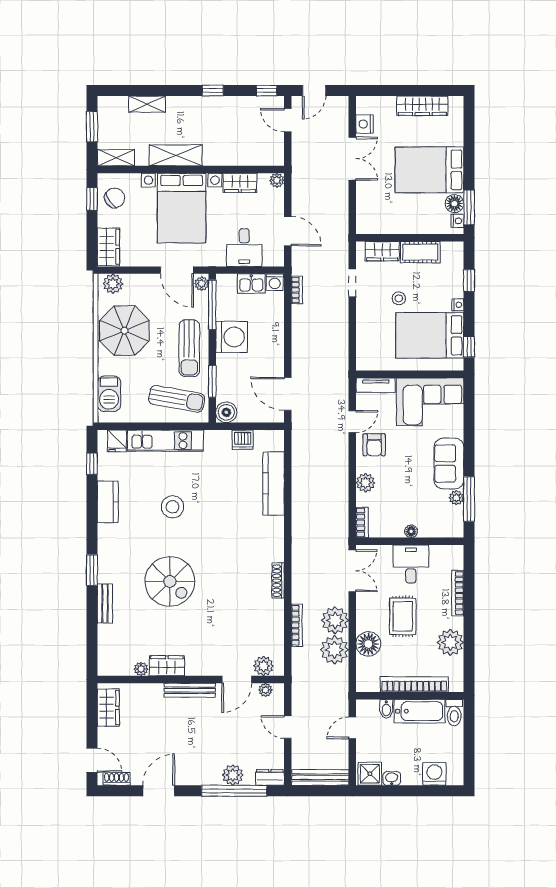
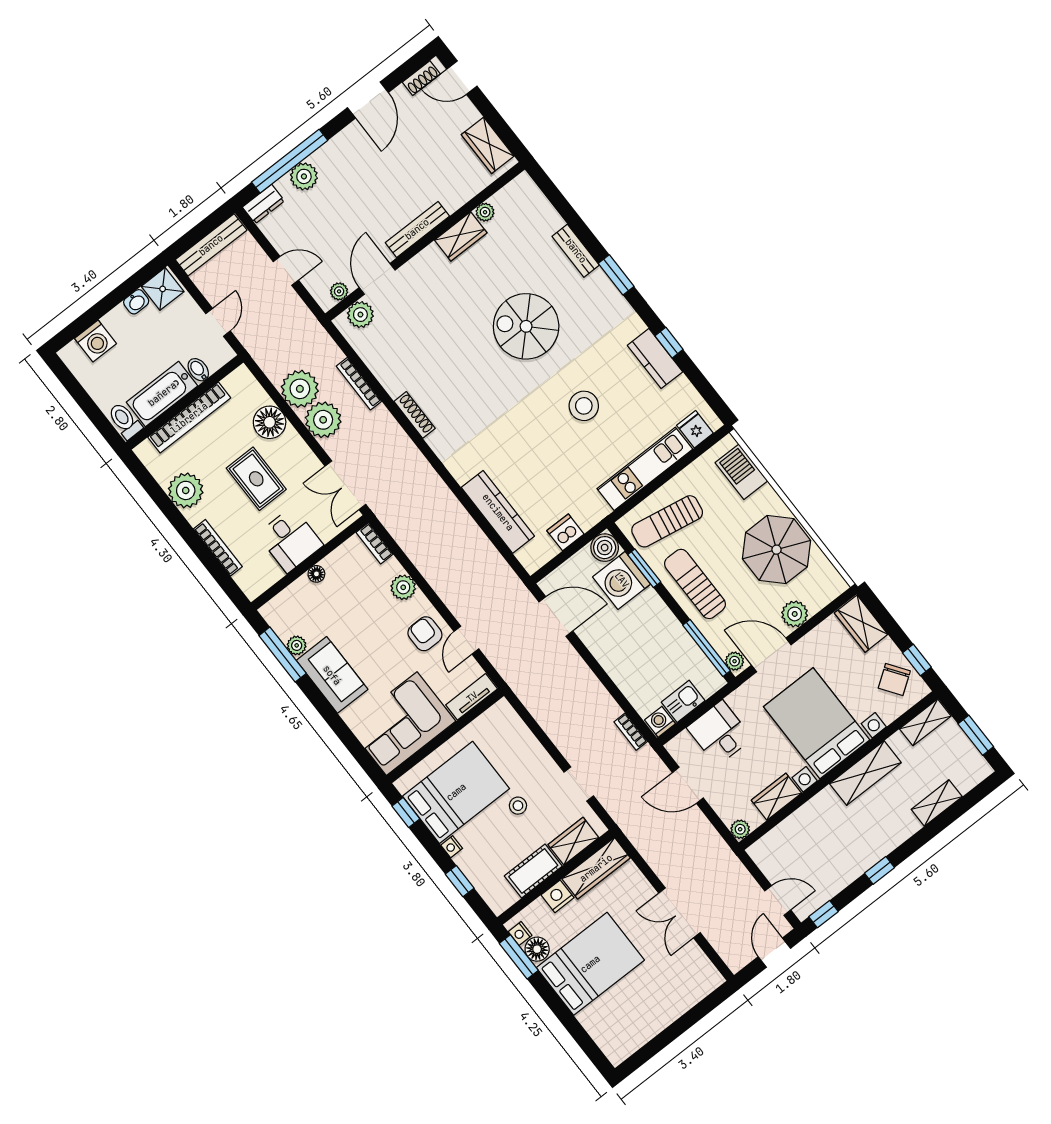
wardrobe: (422, 106) -> (596, 868), moved, turned 180
nightstand: (365, 124) -> (557, 896), moved, turned -90
plant: (113, 284) -> (795, 614), moved
washing machine: (232, 337) -> (622, 580), moved
window: (92, 464) -> (669, 343), moved

